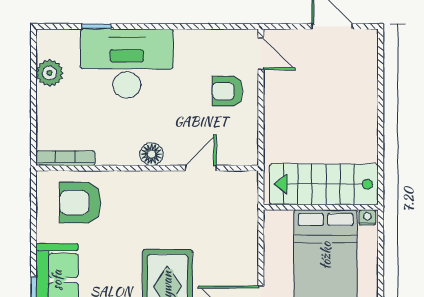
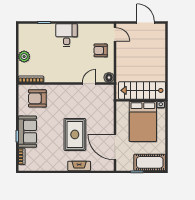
desk: (127, 63) -> (67, 35), width x0.53, depth x0.77
plant: (50, 73) -> (24, 57), moved
floor lamp: (152, 154) -> (109, 77), moved

